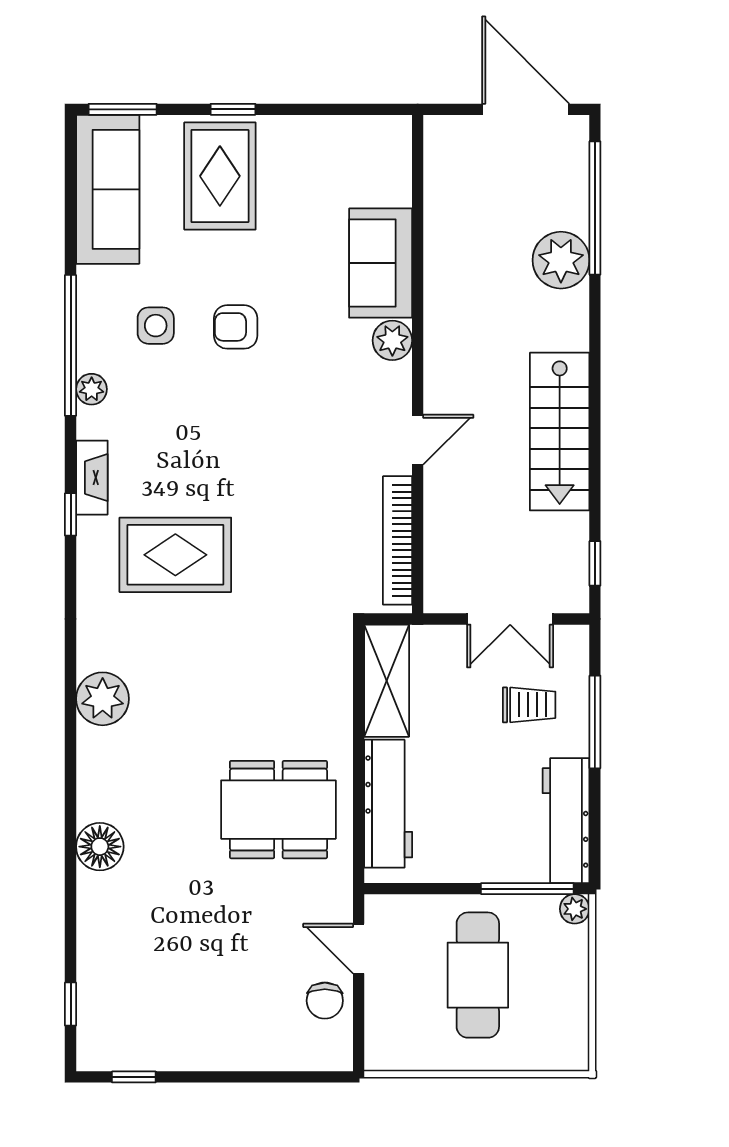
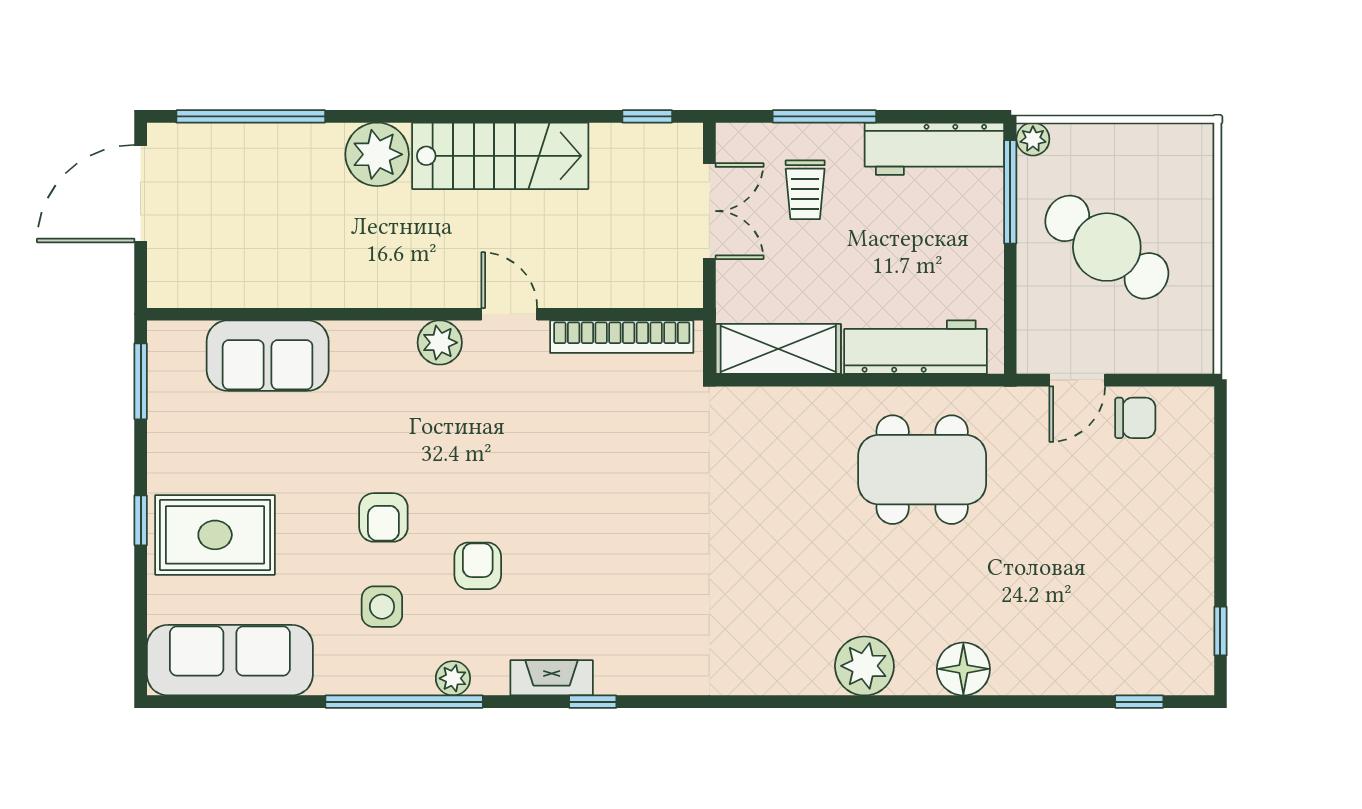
window: (123, 109) -> (141, 381), moved
plant: (561, 260) -> (377, 154), moved
sofa: (381, 263) -> (268, 356), moved
plant: (392, 340) -> (440, 343), moved
armchair: (192, 411) -> (478, 566), added
rug: (175, 555) -> (638, 585), removed
plant: (103, 699) -> (864, 666), moved
trolley: (529, 705) -> (805, 190), turned 180
dining table: (278, 810) -> (922, 470), turned 90
cafe table: (478, 975) -> (1107, 247), turned 36

